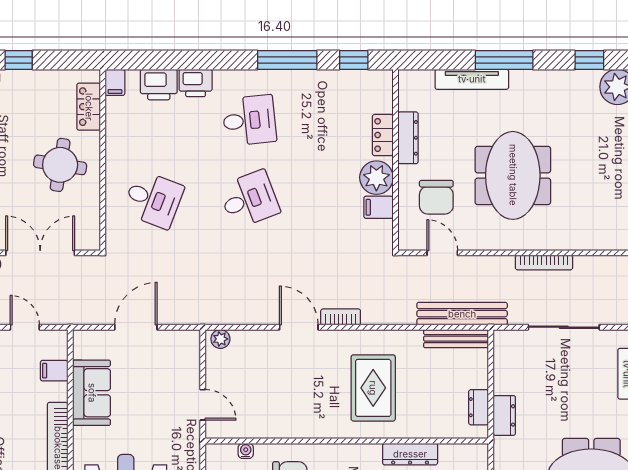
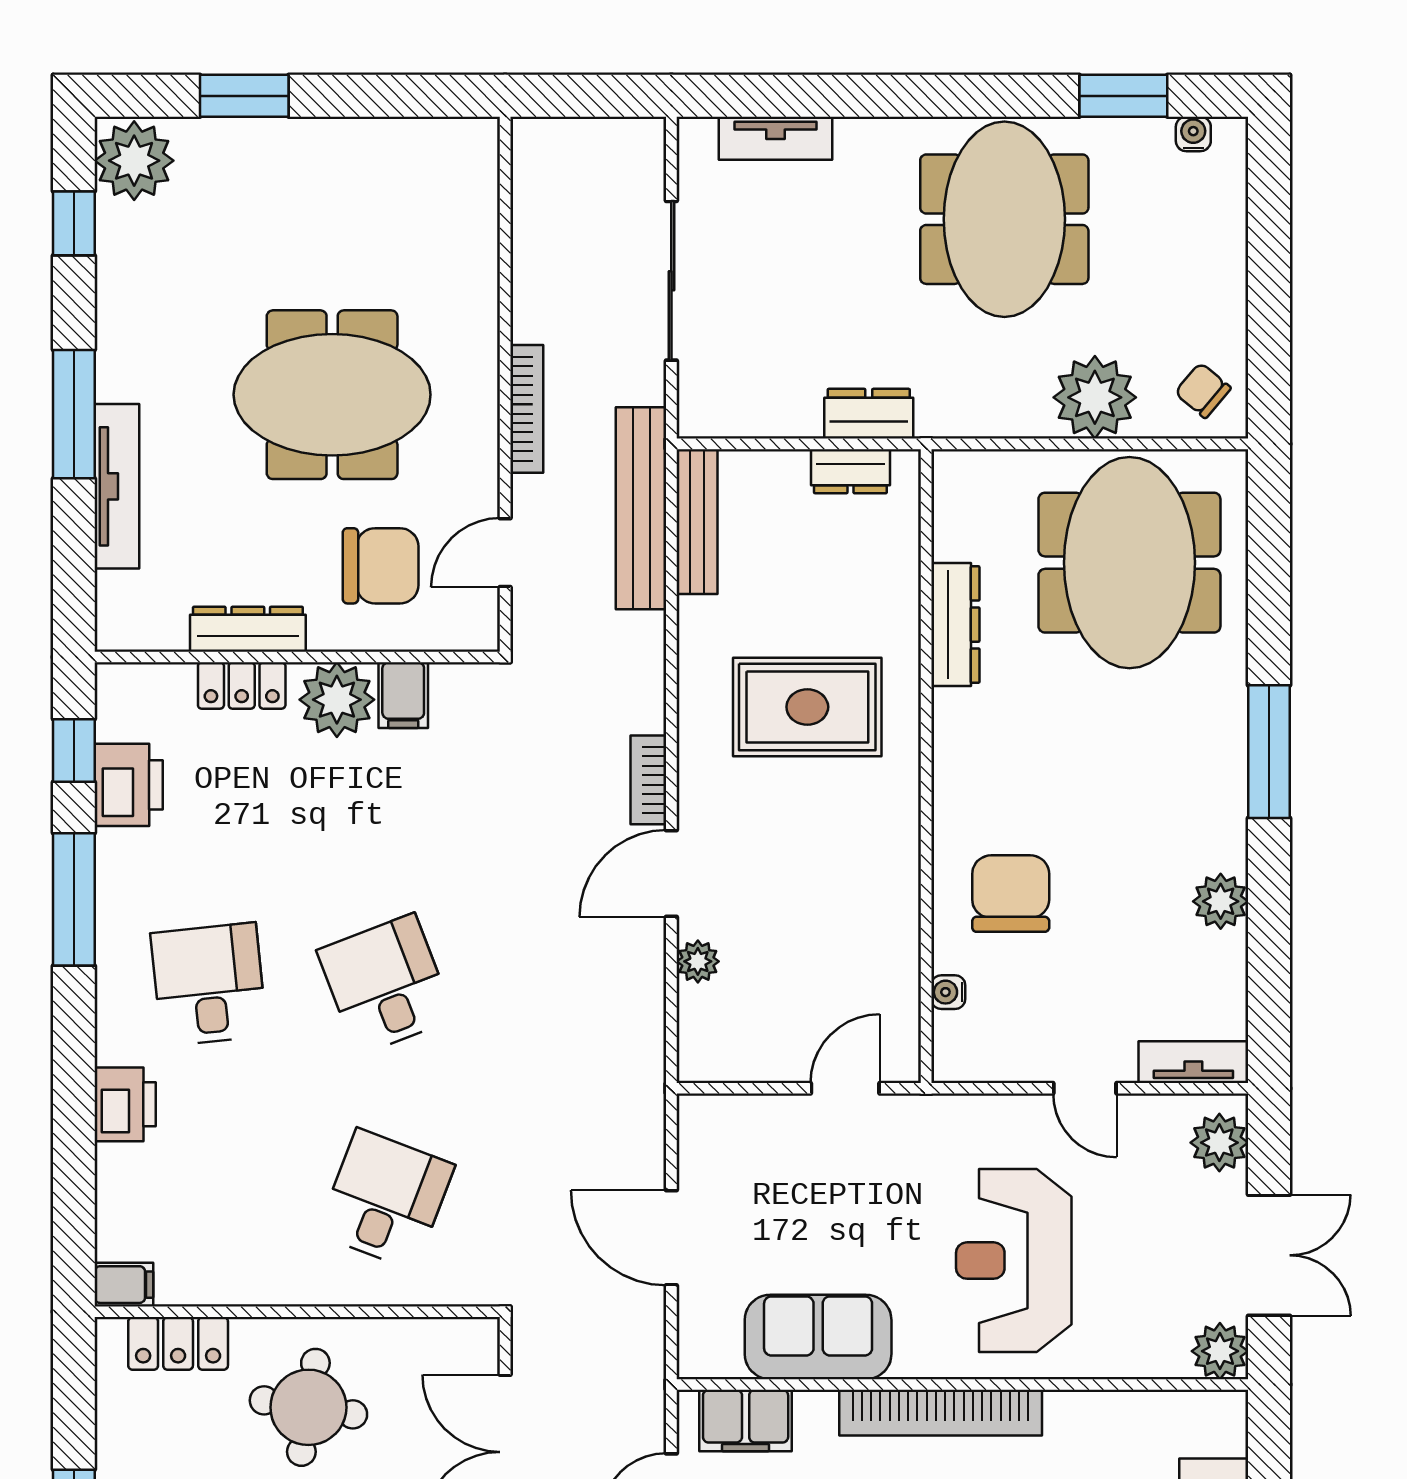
printer: (159, 85) -> (129, 785), moved
bookcase: (544, 262) -> (527, 409), moved
plant: (220, 339) -> (698, 961), moved
filing cabinet: (54, 371) -> (746, 1420), width x2.00

